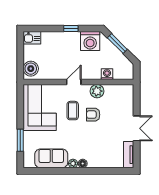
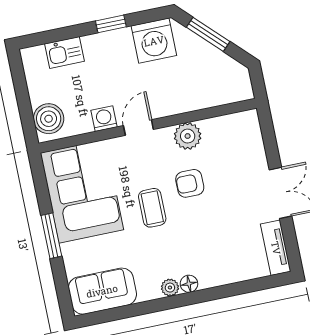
kitchen sink: (32, 38) -> (64, 52), moved
washing machine: (107, 74) -> (104, 119), moved
coffee table: (73, 111) -> (152, 208), moved
window: (20, 140) -> (51, 236), moved
sofa: (51, 158) -> (102, 291), moved

